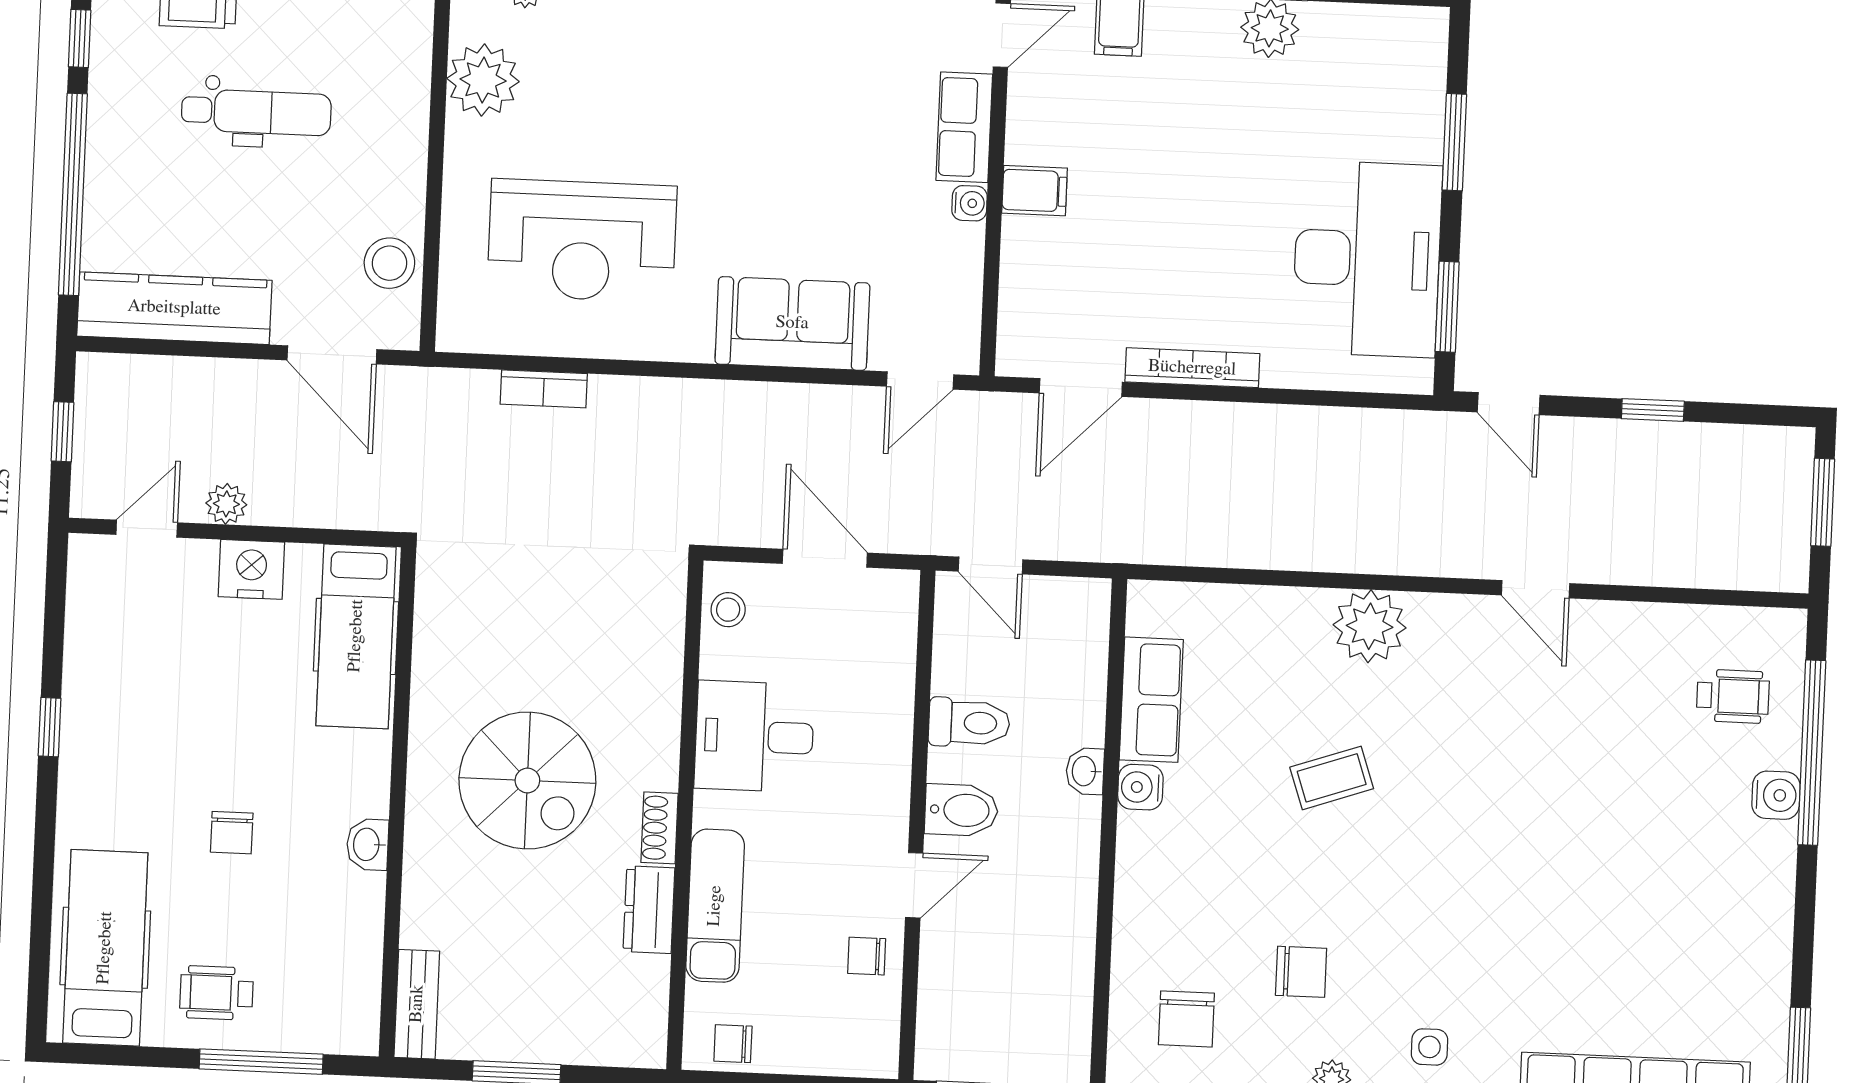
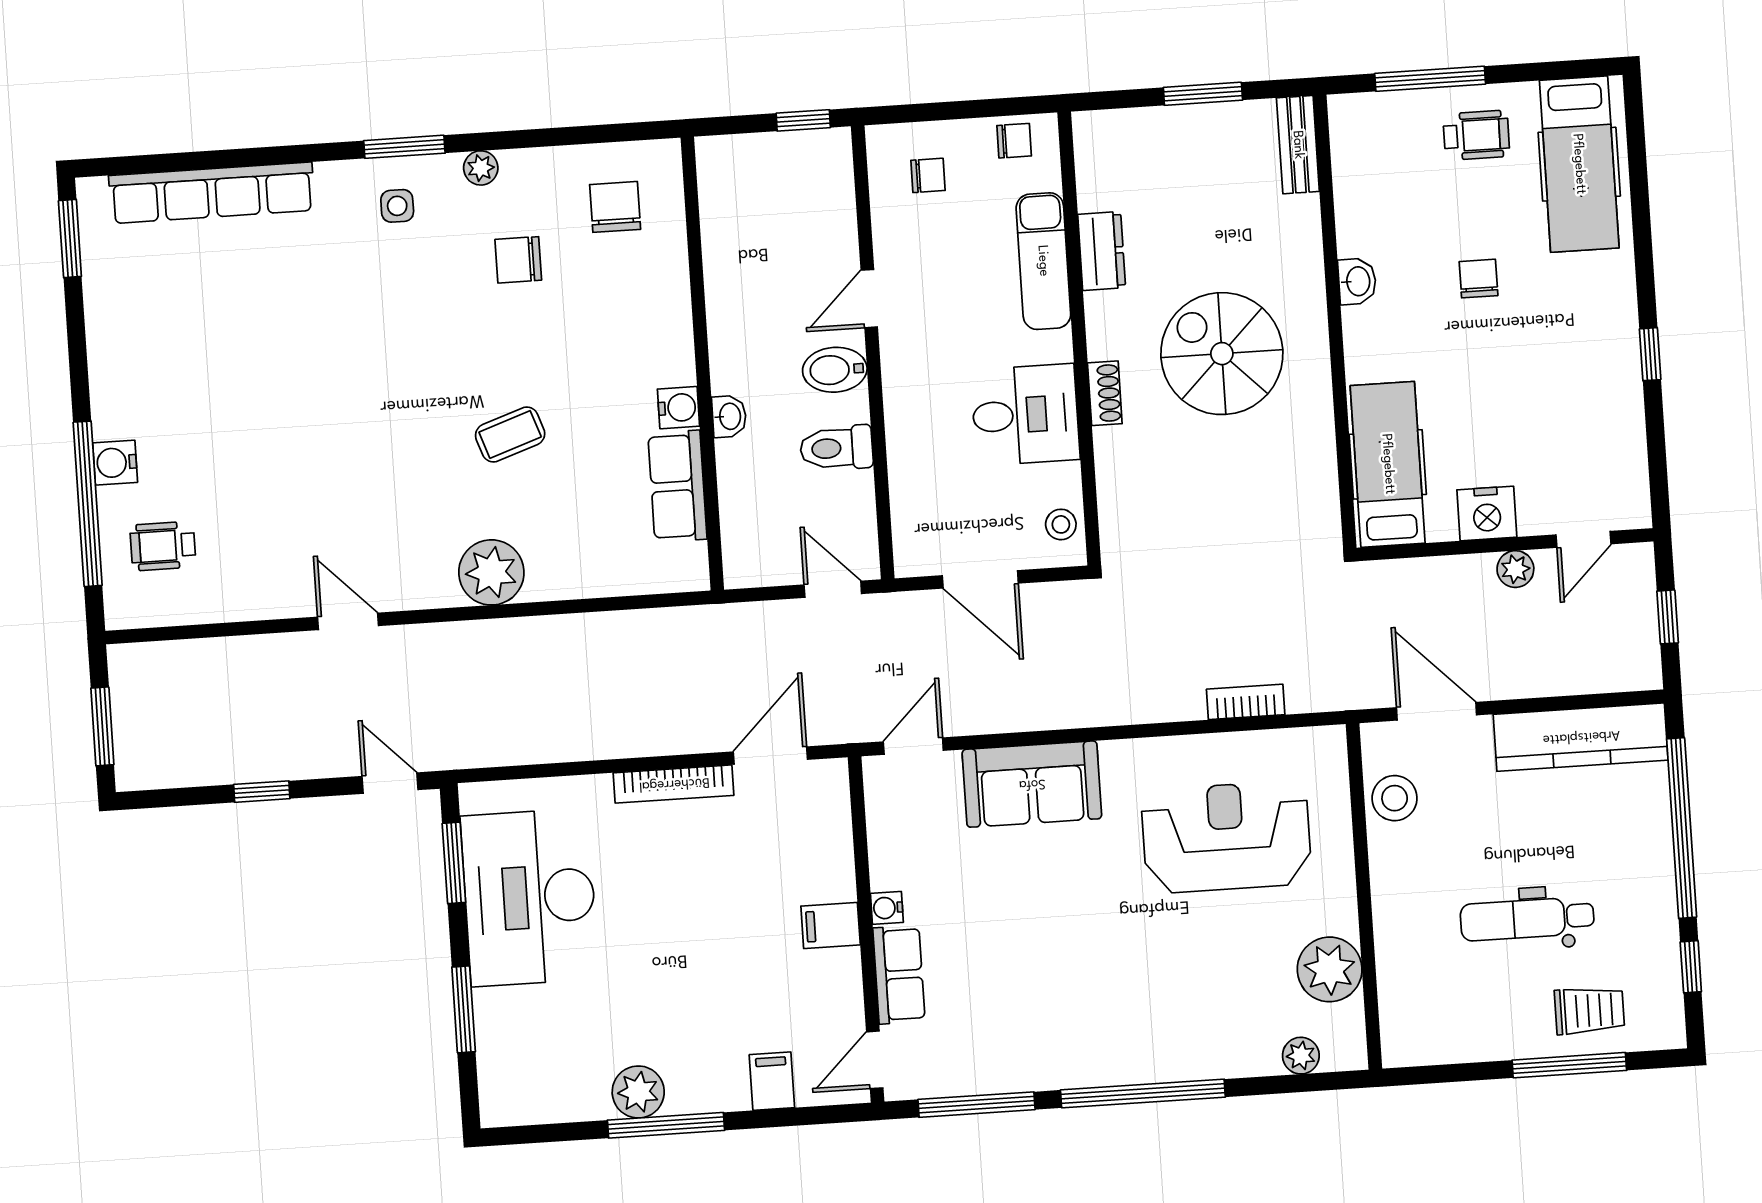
shoe rack: (660, 828) -> (1105, 393), moved
chair: (867, 956) -> (928, 175), moved

